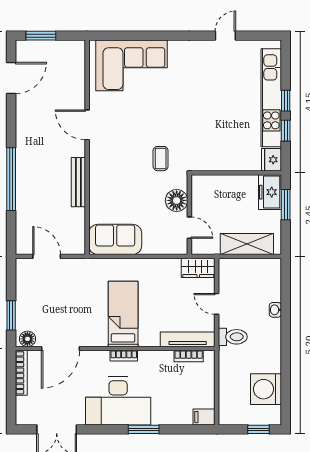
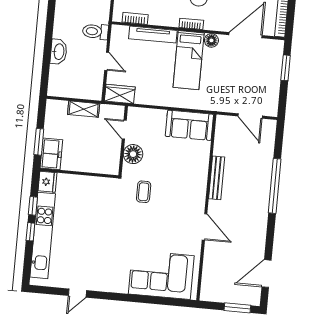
shelving: (247, 244) -> (84, 109), width x0.67, depth x0.75
washbasin: (275, 310) -> (59, 52), width x1.91, depth x1.45
floor lamp: (27, 339) -> (211, 40), moved
tv unit: (188, 339) -> (153, 35), moved

